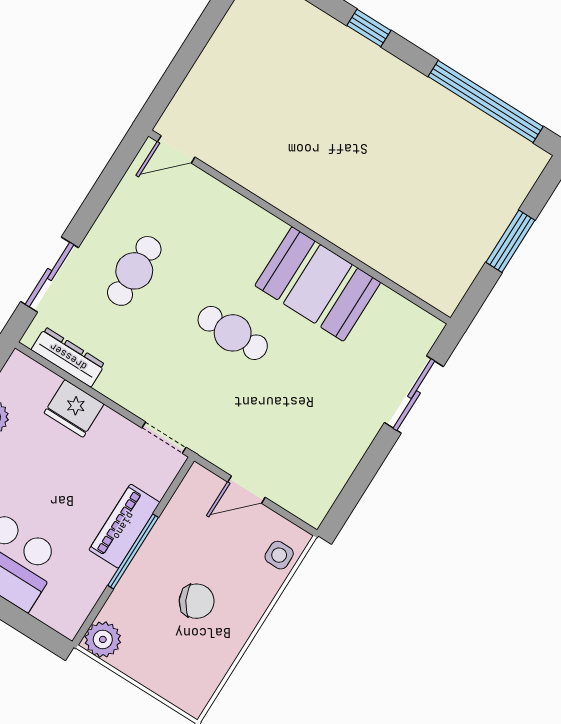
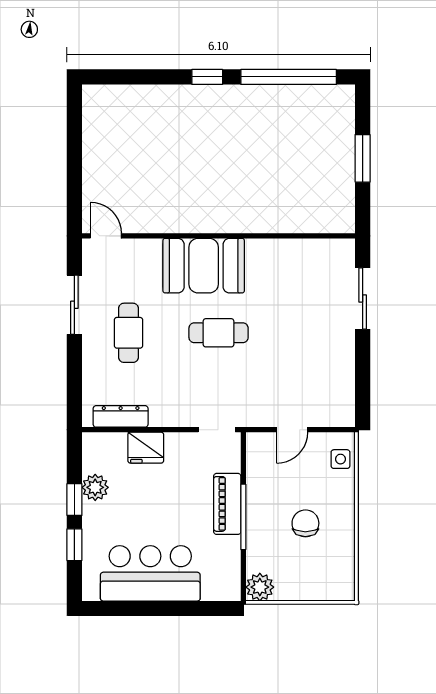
window: (369, 28) -> (207, 77), moved
door: (176, 149) -> (106, 236), swing flipped
sliding door: (49, 275) -> (74, 305), moved
booth: (318, 284) -> (204, 266), moved
chair: (197, 601) -> (305, 523), turned -62

